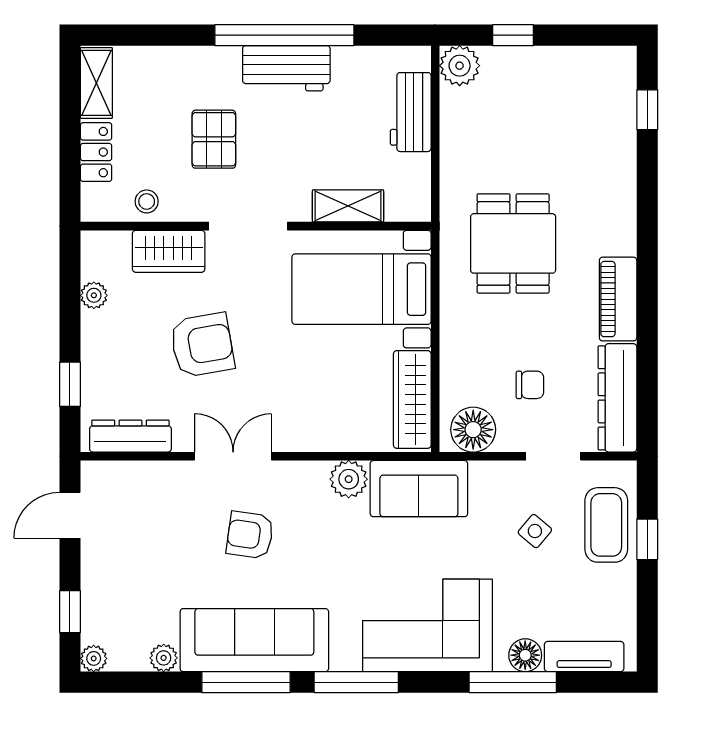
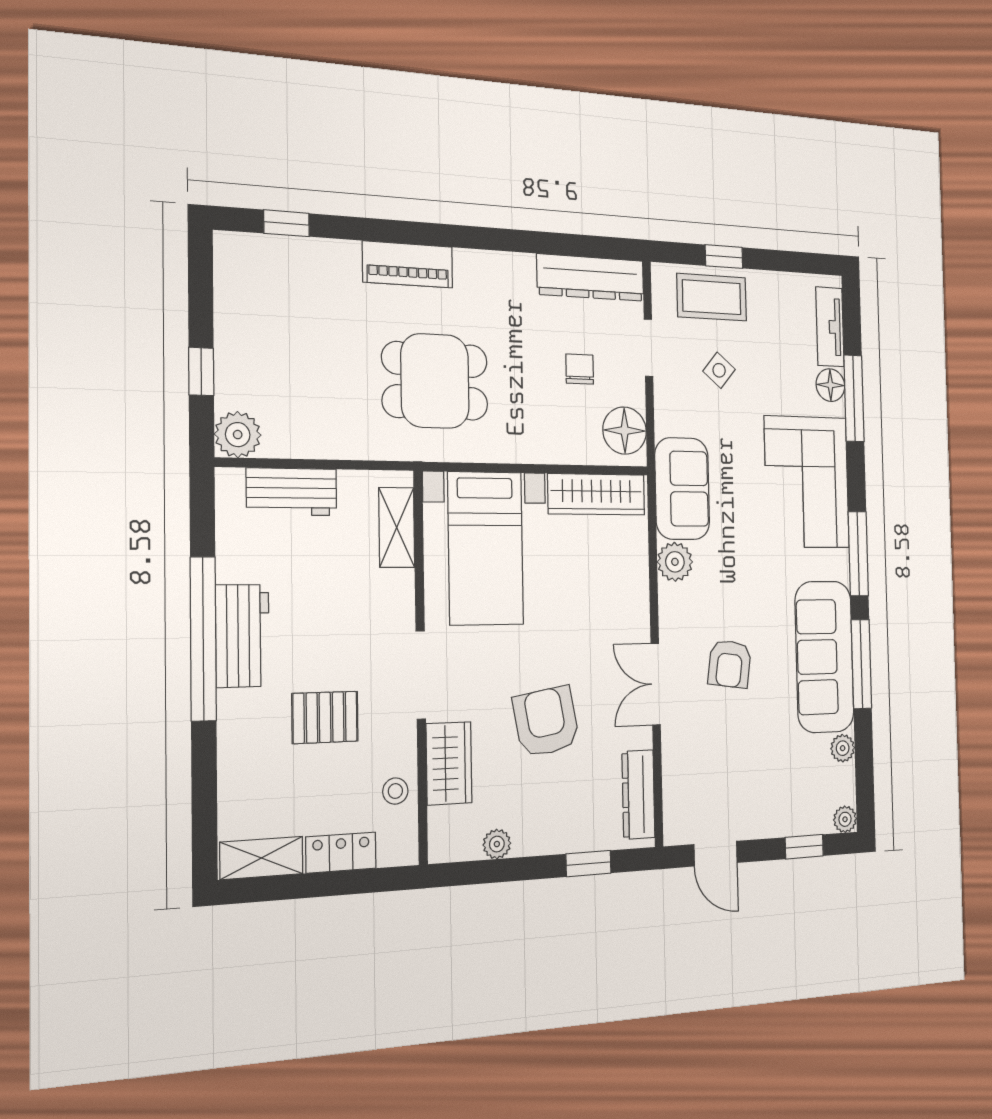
shelving: (348, 206) -> (397, 527), moved
piano: (618, 299) -> (408, 264), moved

